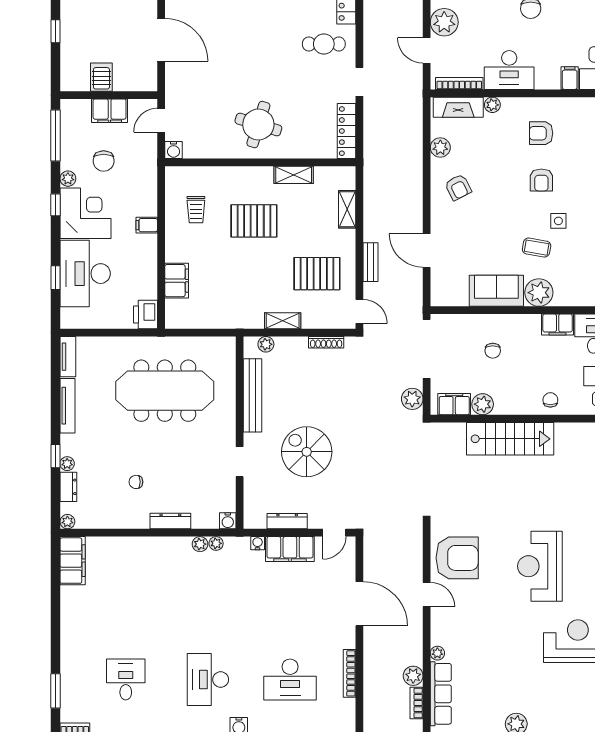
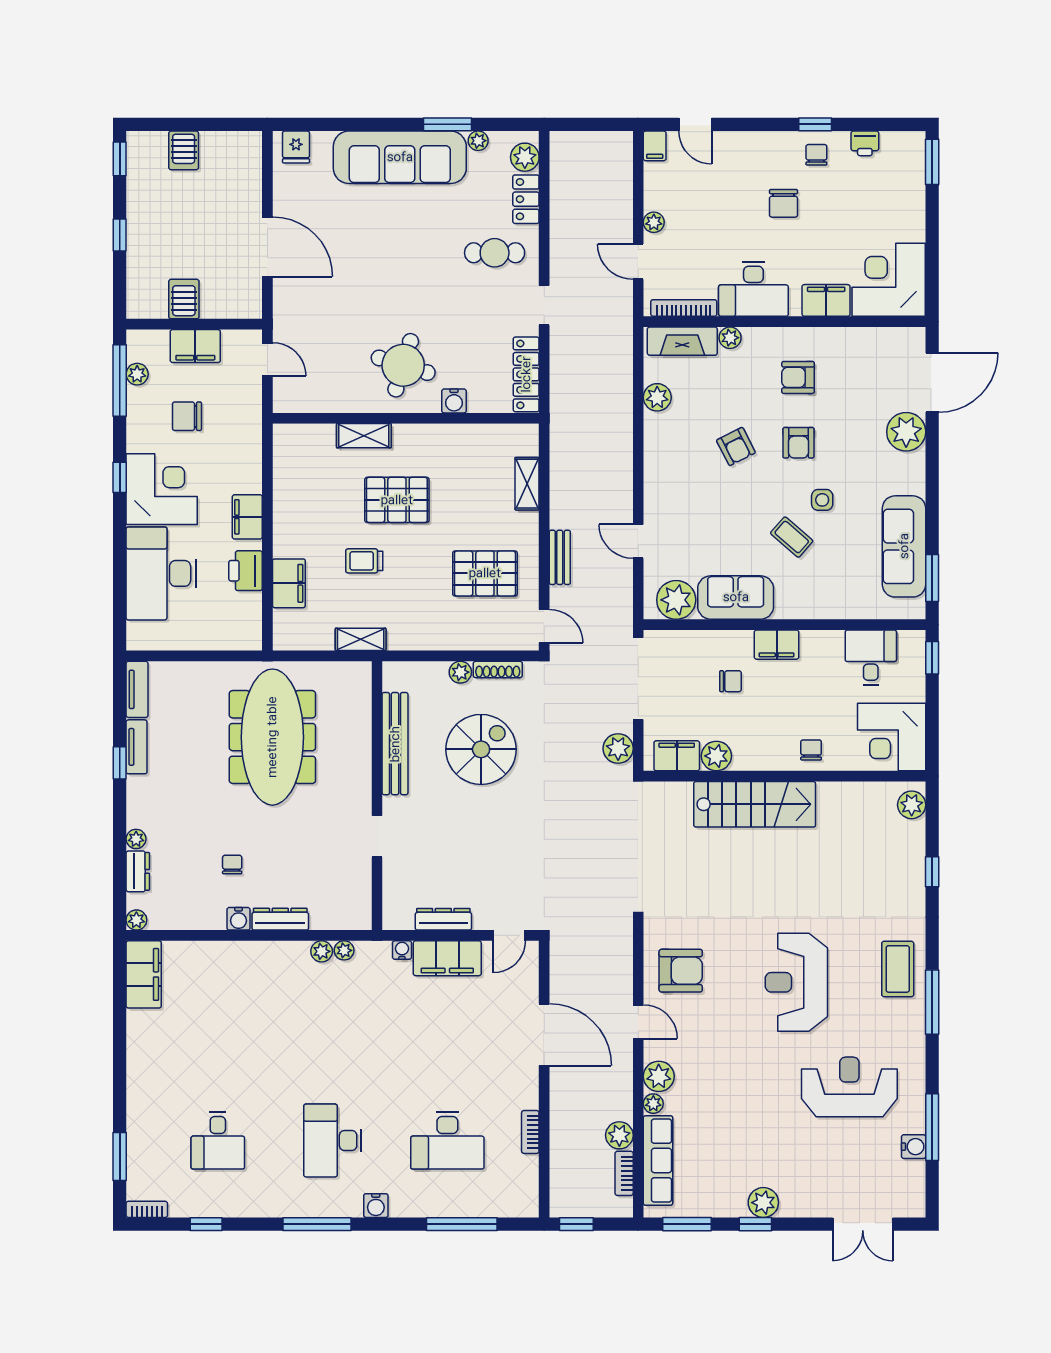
plant: (444, 22) -> (654, 222), width x0.53, depth x0.53
filing cabinet: (570, 78) -> (826, 300), width x2.00
door: (161, 120) -> (267, 359), swing flipped
water cooler: (174, 150) -> (454, 401), moved
chair: (104, 161) -> (187, 416), turned 90
shelving: (294, 175) -> (364, 436), moved
plant: (68, 179) -> (137, 374), moved
armchair: (458, 187) -> (736, 446), moved
trolley: (196, 210) -> (364, 561), moved, turned 90
filing cabinet: (147, 225) -> (247, 517), width x2.00
coffee table: (537, 248) -> (792, 537), turned 31
door: (427, 251) -> (638, 541), width x0.73
window: (55, 278) -> (120, 579), removed
plant: (539, 293) -> (676, 600), moved
printer: (146, 315) -> (246, 571), moved
shelving: (283, 321) -> (361, 639), moved
filing cabinet: (558, 324) -> (777, 645), moved
plant: (266, 344) -> (460, 672), moved
chair: (493, 351) -> (731, 681), turned -90
meeting table: (165, 391) -> (272, 737), turned 90
tv unit: (68, 406) -> (137, 747), width x0.71
spiral stairs: (307, 452) -> (481, 749), moved, turned 90
window: (55, 456) -> (120, 763), moved
chair: (136, 482) -> (232, 865), turned 90
water cooler: (228, 521) -> (239, 919), moved
armchair: (457, 558) -> (681, 971), width x0.73, depth x0.73
plant: (441, 634) -> (659, 1076), added
bookcase: (349, 673) -> (530, 1132), width x0.64
desk: (126, 680) -> (218, 1141), turned 180

